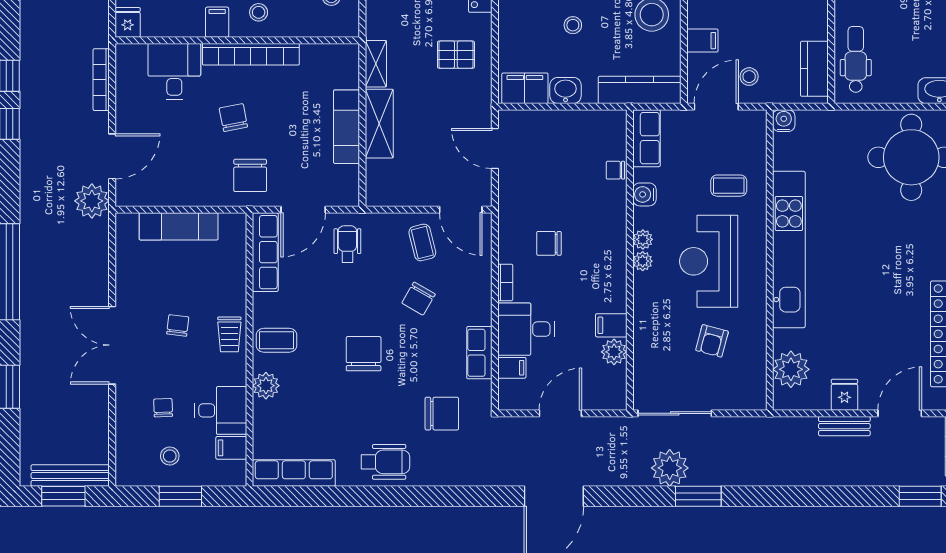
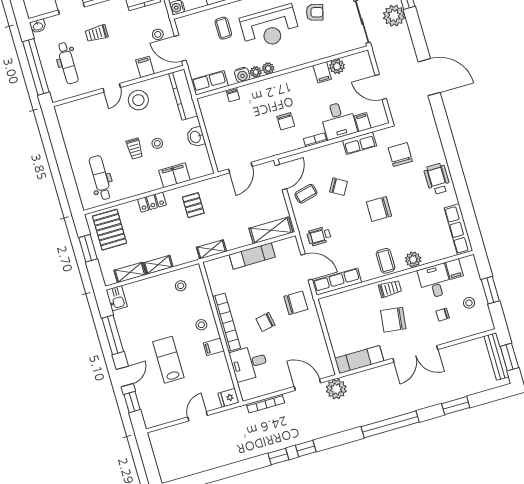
filing cabinet: (525, 88) -> (174, 175), moved, turned 90
shelving: (379, 124) -> (271, 230), moved
exam couch: (179, 226) -> (359, 360), moved, turned -90
plant: (643, 261) -> (256, 72), moved
chair: (178, 325) -> (393, 320), width x1.87, depth x1.87

